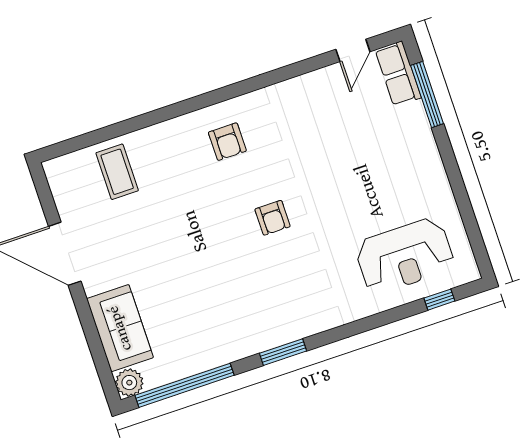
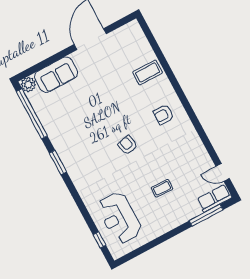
coffee table: (363, 168) -> (162, 188), added
coffee table: (117, 172) -> (148, 72), moved
armchair: (273, 218) -> (128, 145), turned 77

